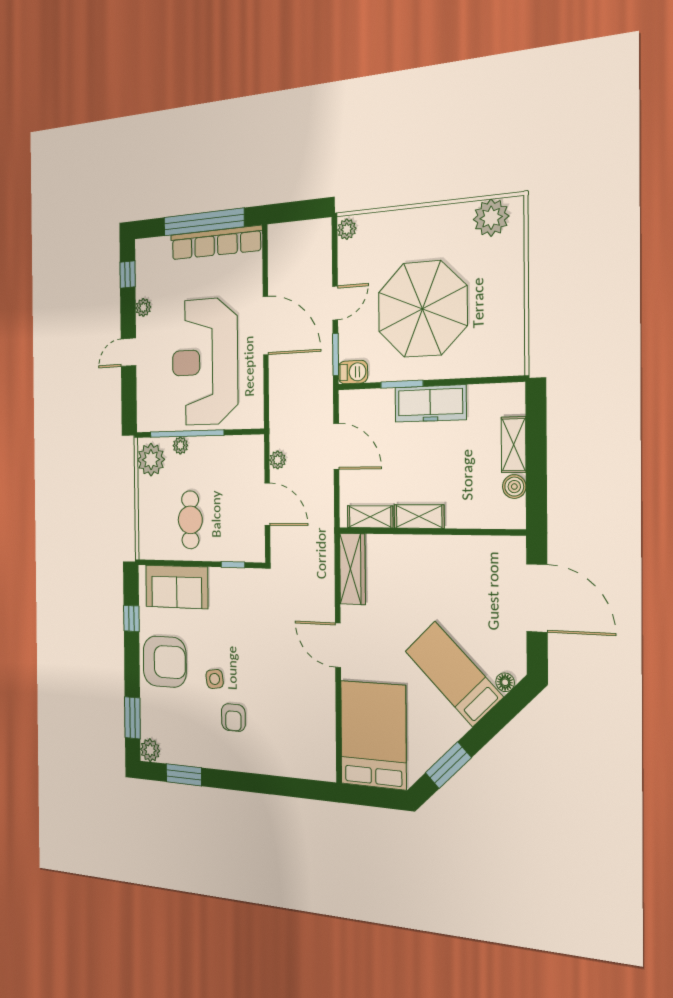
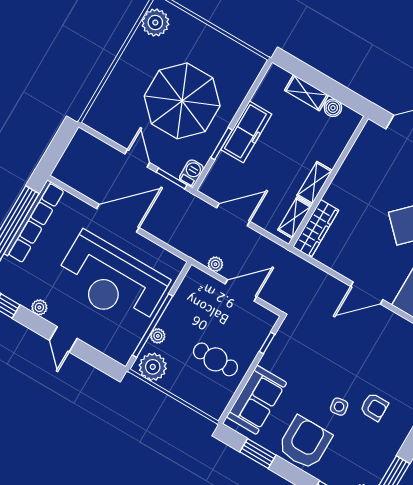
plant: (347, 229) -> (94, 121), removed
wardrobe: (352, 569) -> (316, 229), moved, turned 90
window: (131, 618) -> (258, 454), width x1.50

